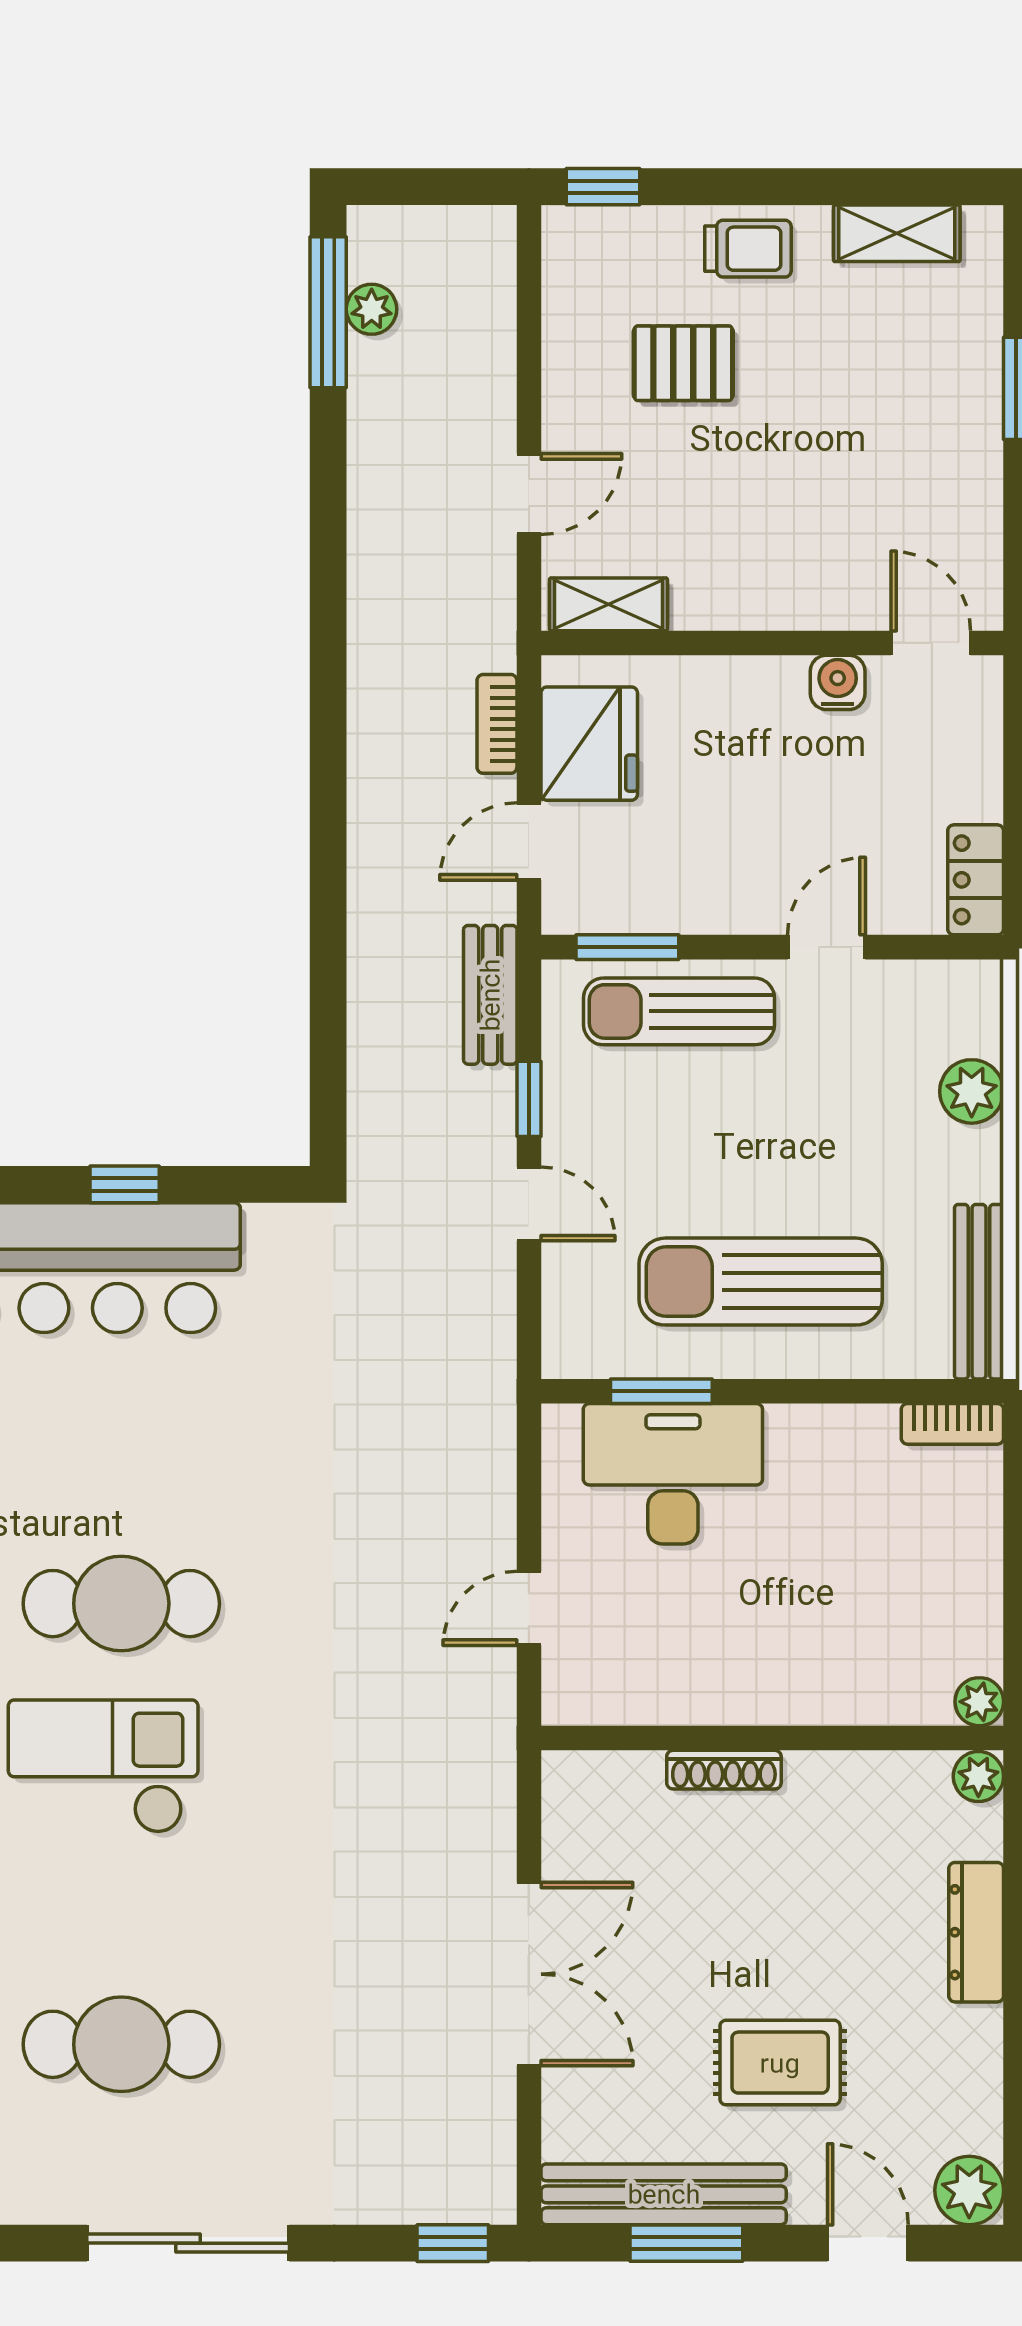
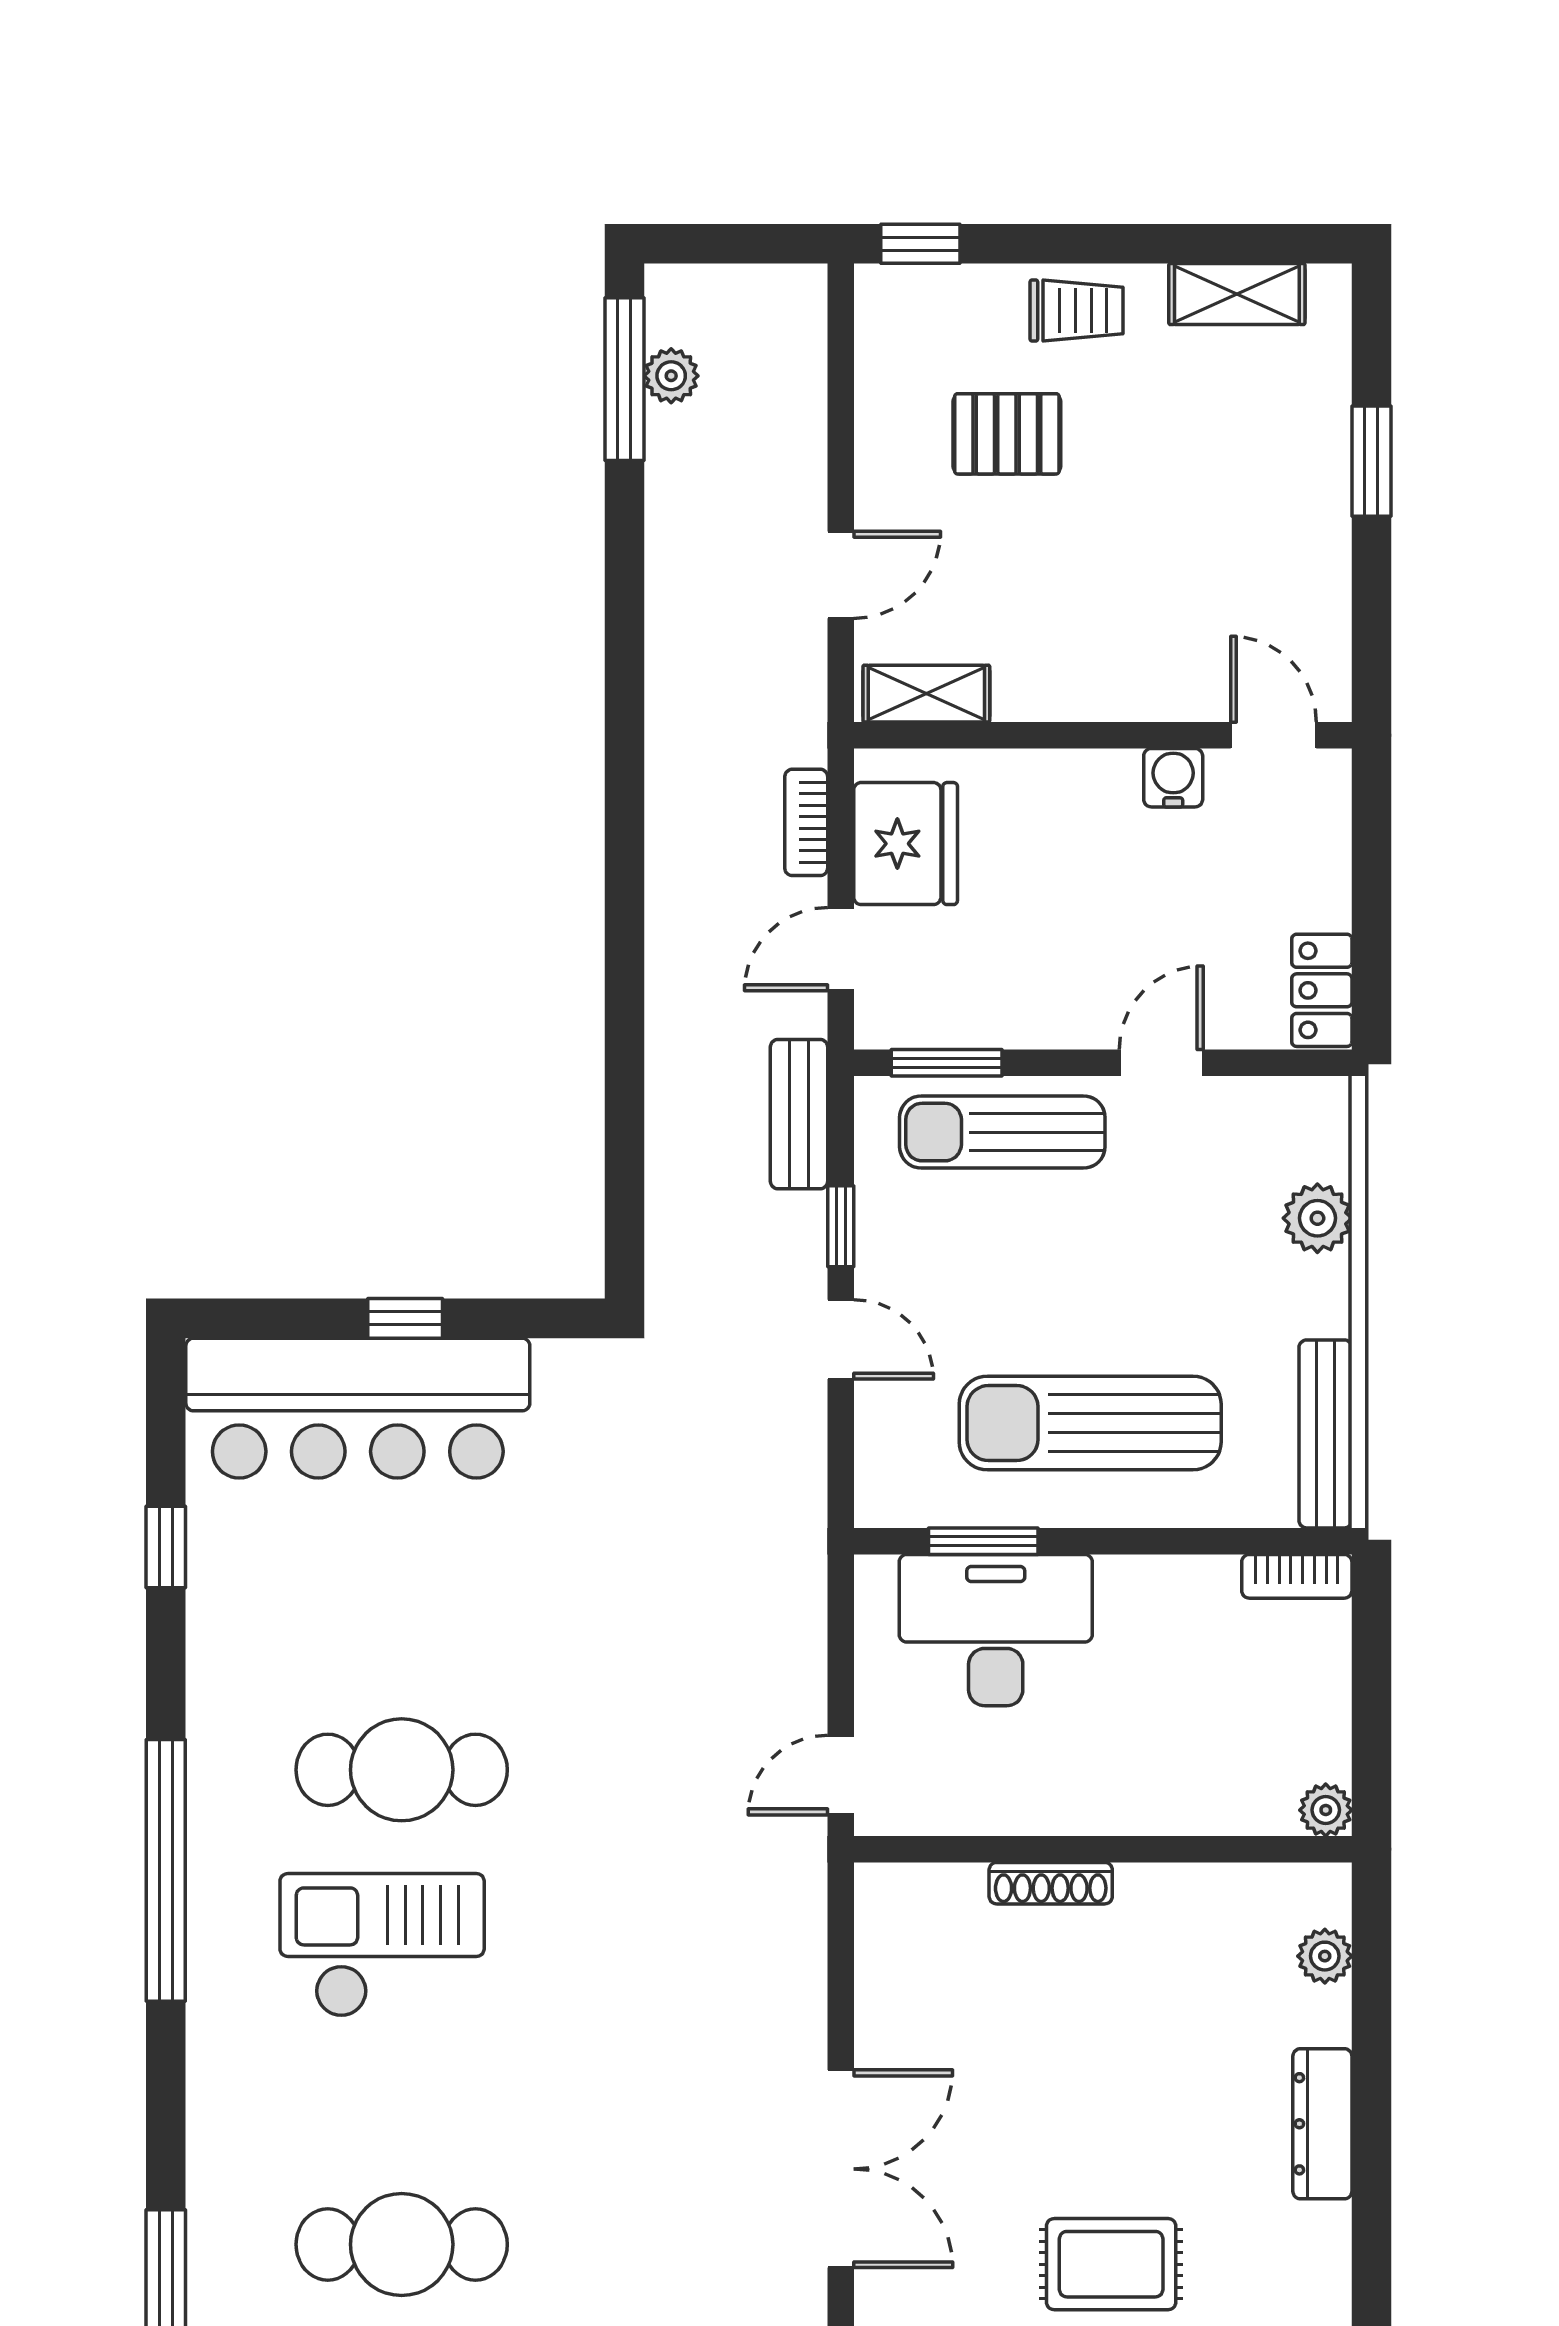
plant: (979, 1702) -> (1326, 1810), moved
wall: (772, 1738) -> (1103, 1849), moved
shoe rack: (724, 1770) -> (1051, 1883), moved

